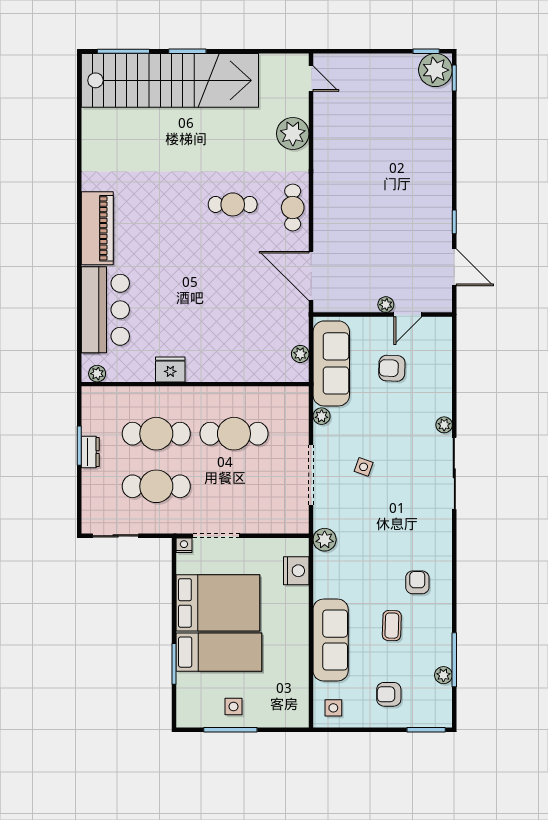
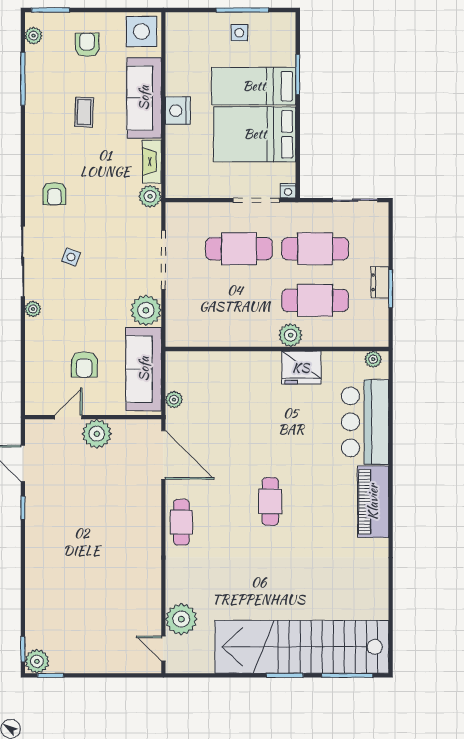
plant: (435, 70) -> (37, 661), width x0.73, depth x0.73
plant: (293, 134) -> (181, 619), moved
cafe table: (233, 204) -> (270, 501), moved, turned 90
plant: (386, 305) -> (97, 434), width x1.88, depth x1.88
plant: (300, 354) -> (174, 400), moved
armchair: (392, 368) -> (84, 365), turned 88
fridge: (170, 369) -> (301, 368), width x1.36, depth x1.34
plant: (181, 398) -> (291, 335), added
plant: (322, 416) -> (146, 310), width x1.88, depth x1.88
cafe table: (234, 434) -> (239, 249), moved
side table: (364, 467) -> (71, 257), moved
nightstand: (296, 571) -> (178, 111), moved
fireplace: (323, 575) -> (152, 162), added
armchair: (417, 582) -> (54, 194), moved
plant: (443, 675) -> (33, 36), moved
armchair: (389, 694) -> (87, 45), turned -90
side table: (333, 708) -> (142, 31), width x1.87, depth x1.87

